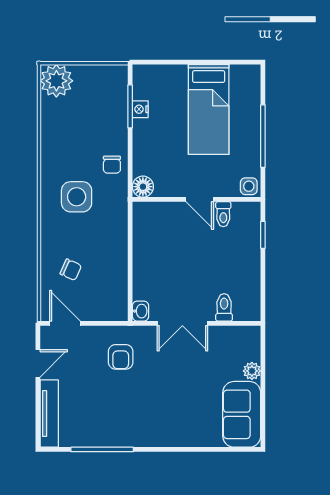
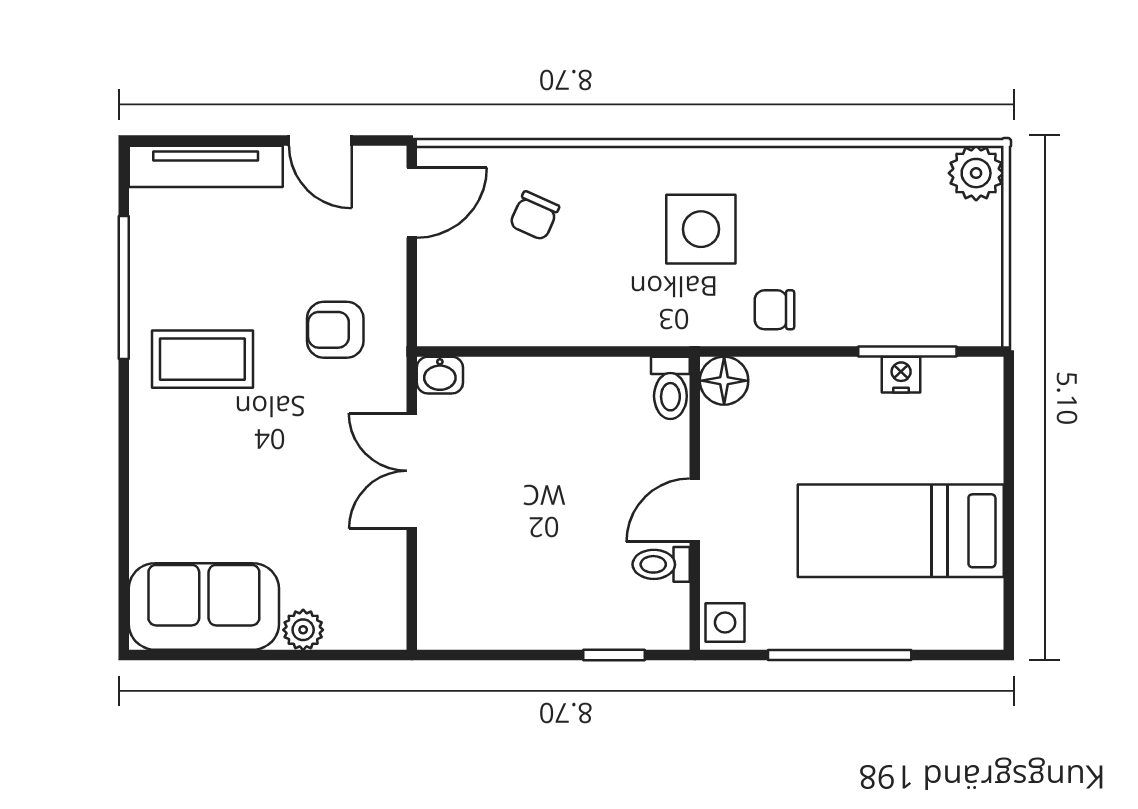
plant: (56, 81) -> (976, 173), width x0.73, depth x0.73
toilet: (224, 307) -> (670, 388), moved, turned 90
coffee table: (134, 415) -> (202, 359), added

